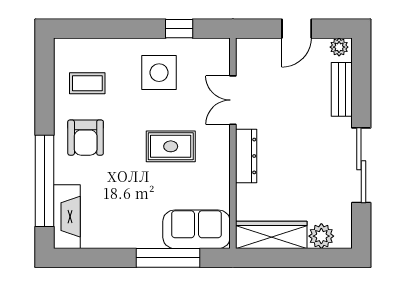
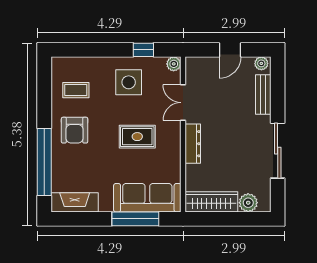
plant: (220, 48) -> (174, 64), added
fireplace: (67, 217) -> (75, 202), moved, turned -90
sofa: (197, 229) -> (147, 198), width x1.36

